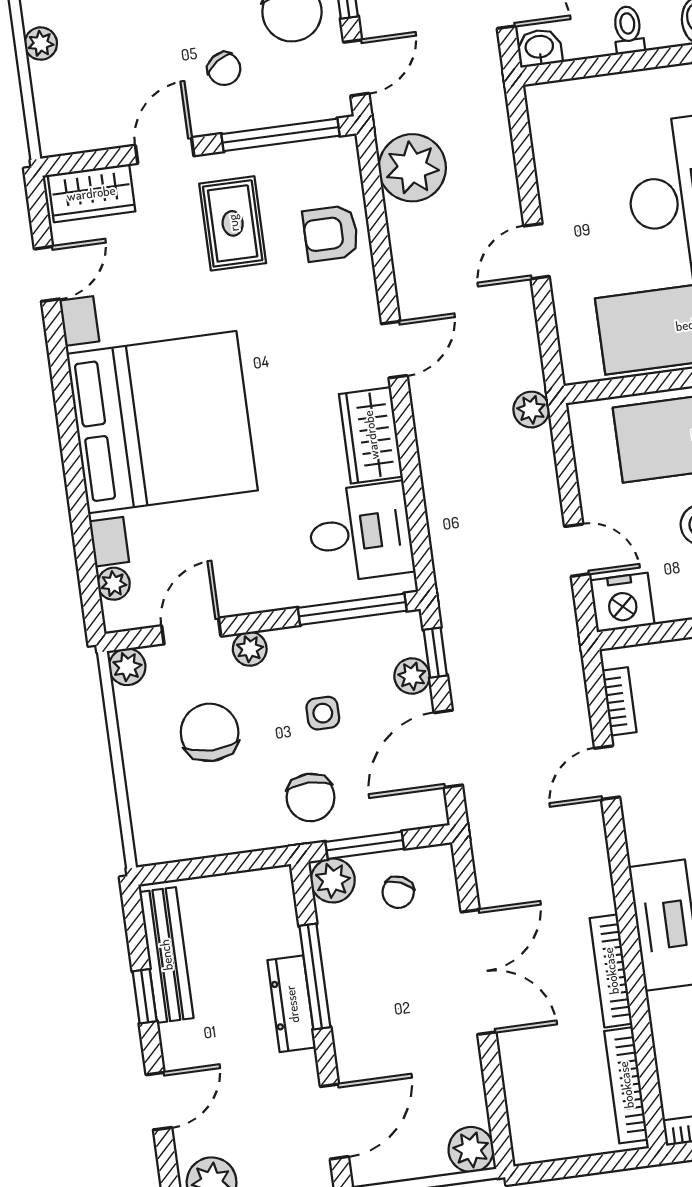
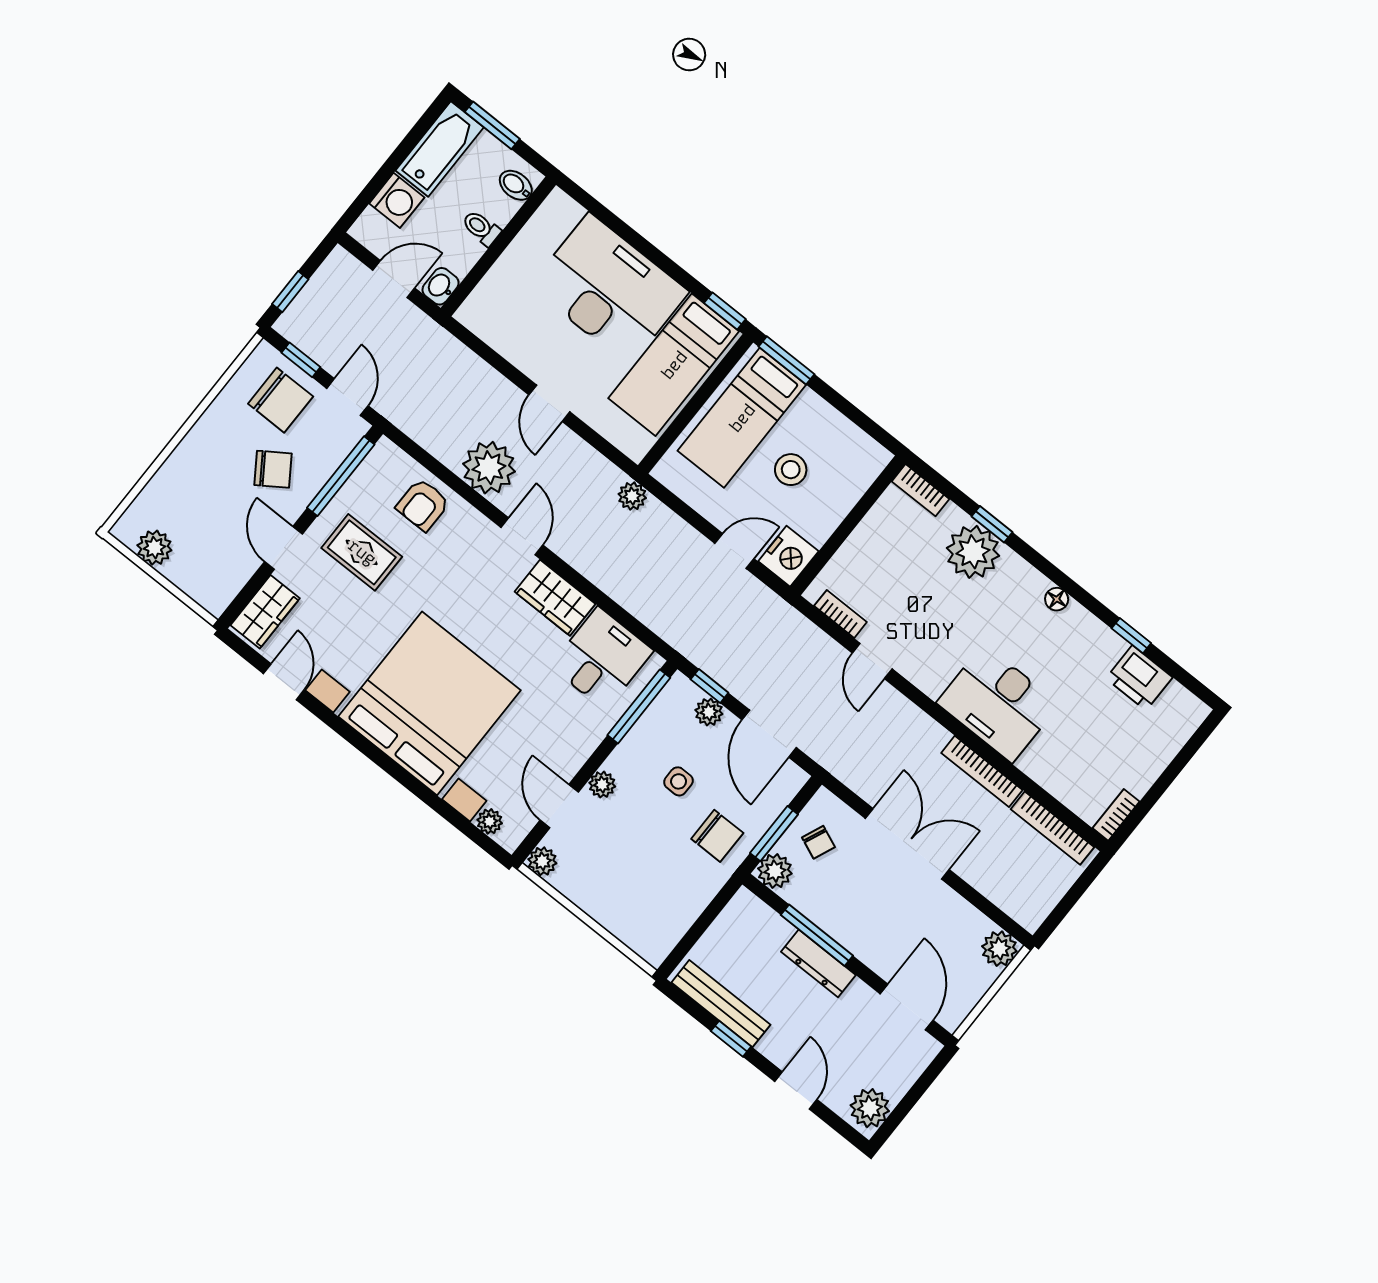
plant: (41, 44) -> (154, 548), width x1.38, depth x1.38
chair: (224, 69) -> (273, 469), width x1.37, depth x1.37
plant: (412, 168) -> (489, 468), moved
chair: (210, 732) -> (625, 854), removed

